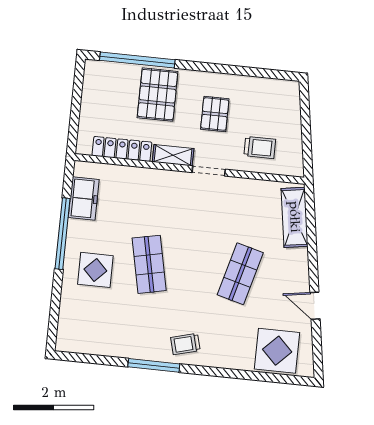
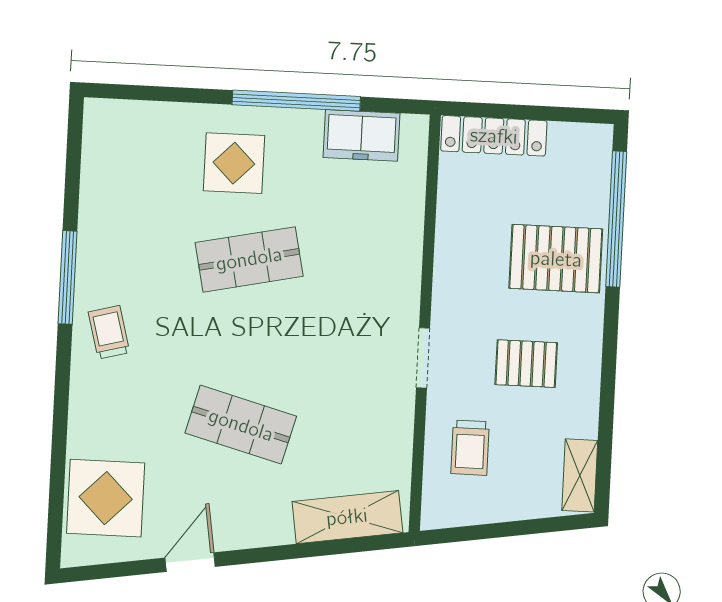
locker: (122, 149) -> (494, 136), moved, turned 90
shelving: (173, 155) -> (580, 475), moved

